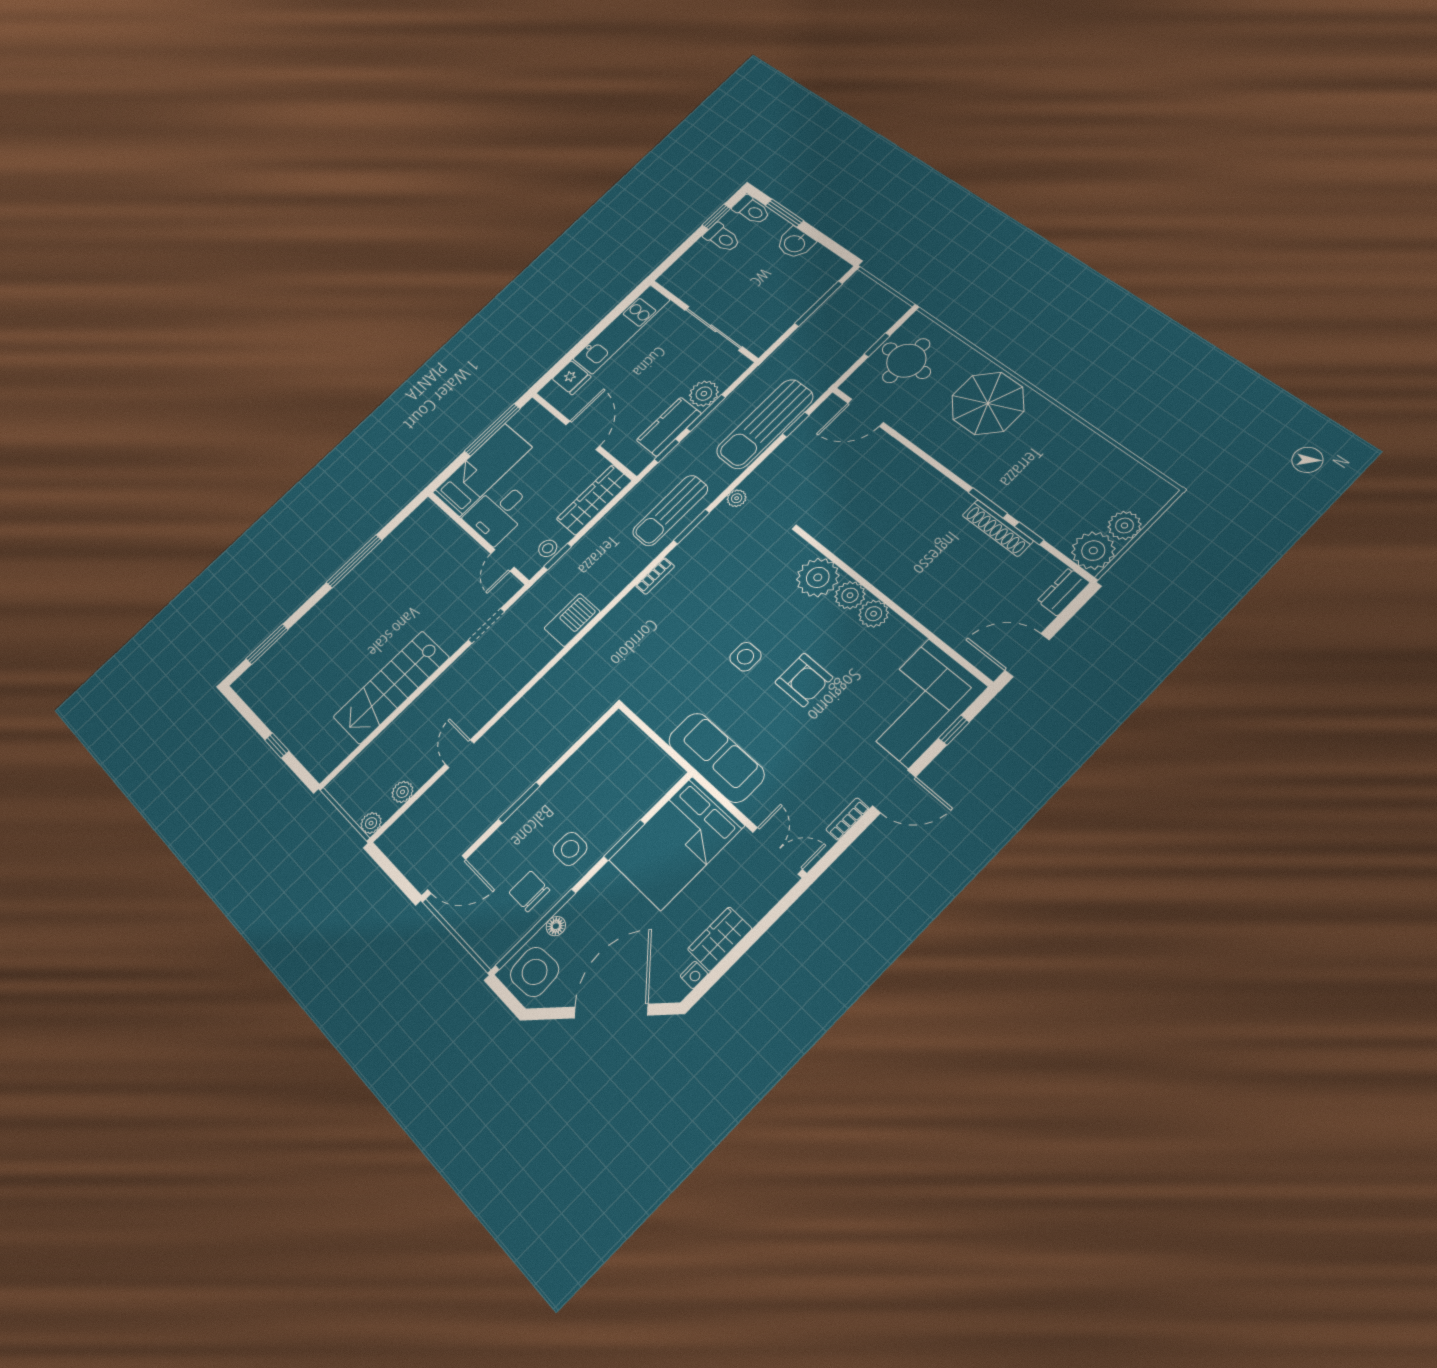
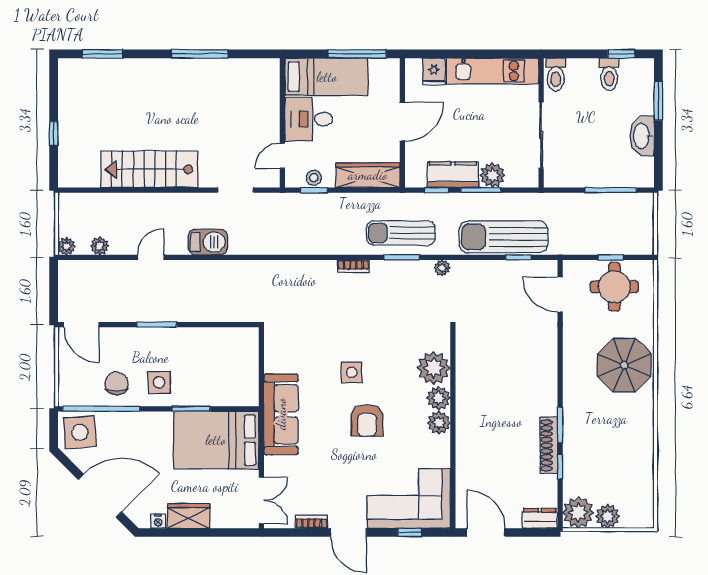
toilet: (752, 210) -> (556, 75), moved
washbasin: (795, 243) -> (642, 136), width x1.38
barbecue: (572, 620) -> (208, 242), moved
floor lamp: (556, 926) -> (113, 419), removed

